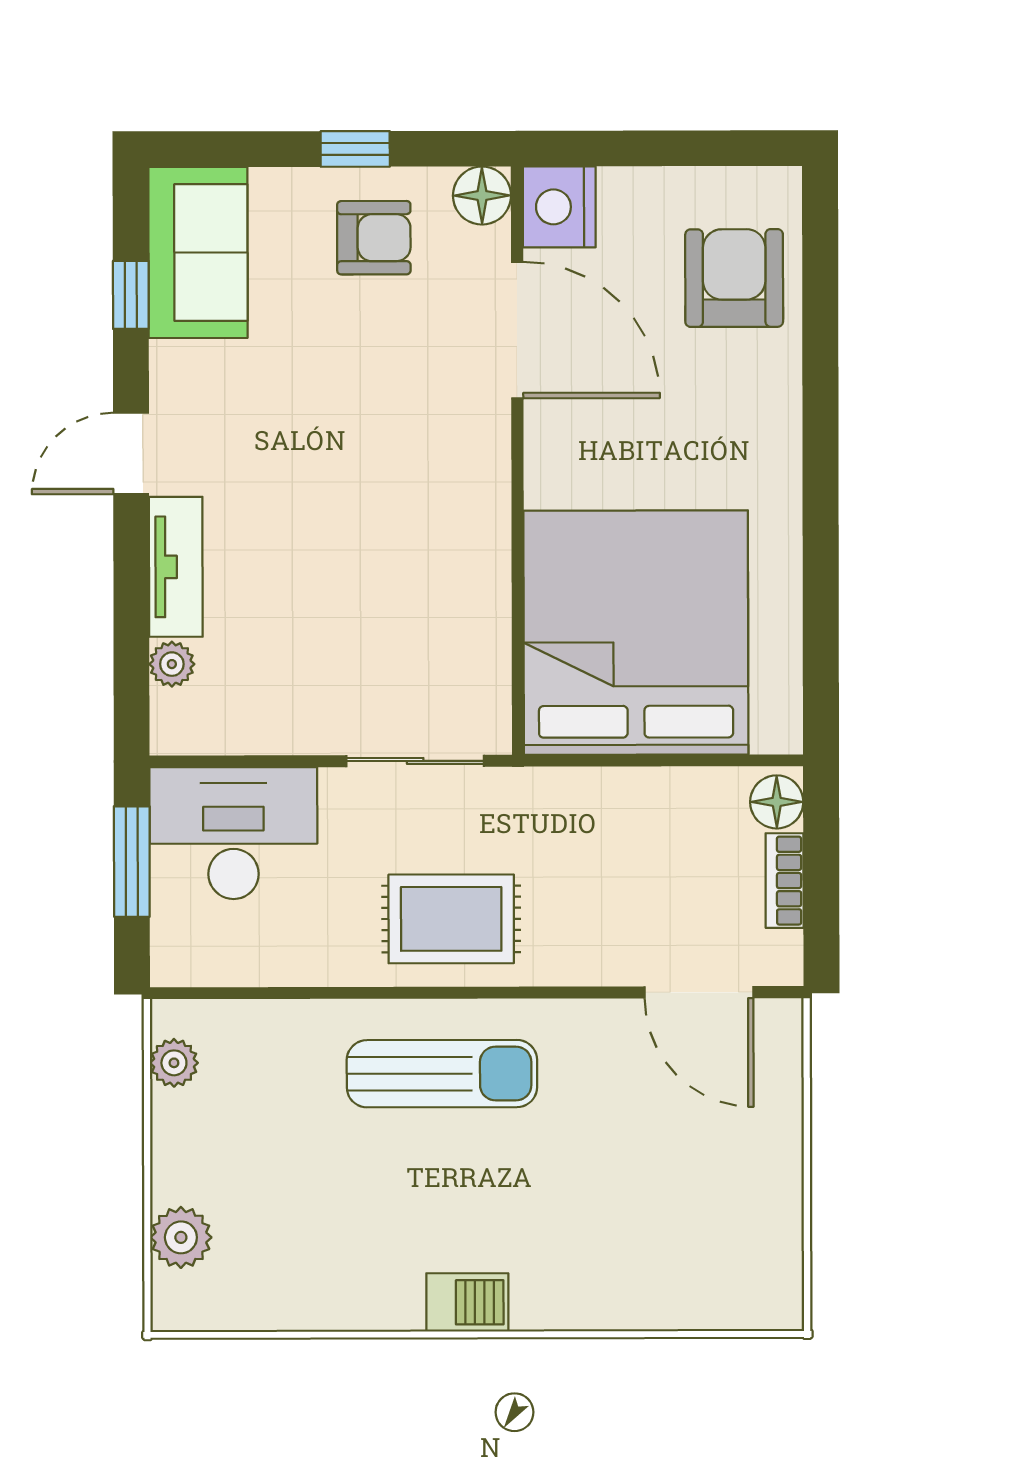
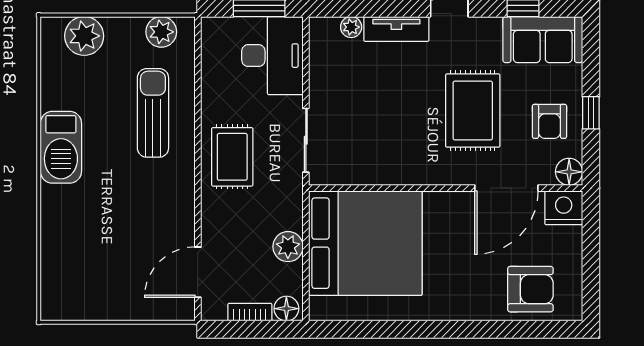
rug: (351, 403) -> (473, 111), added
plant: (644, 799) -> (288, 247), added
plant: (174, 1063) -> (161, 32), width x1.38, depth x1.38
sun lounger: (442, 1074) -> (153, 113), moved, turned 180
plant: (181, 1237) -> (84, 36), width x1.36, depth x1.36
barbecue: (467, 1302) -> (61, 147), width x1.88, depth x1.53

